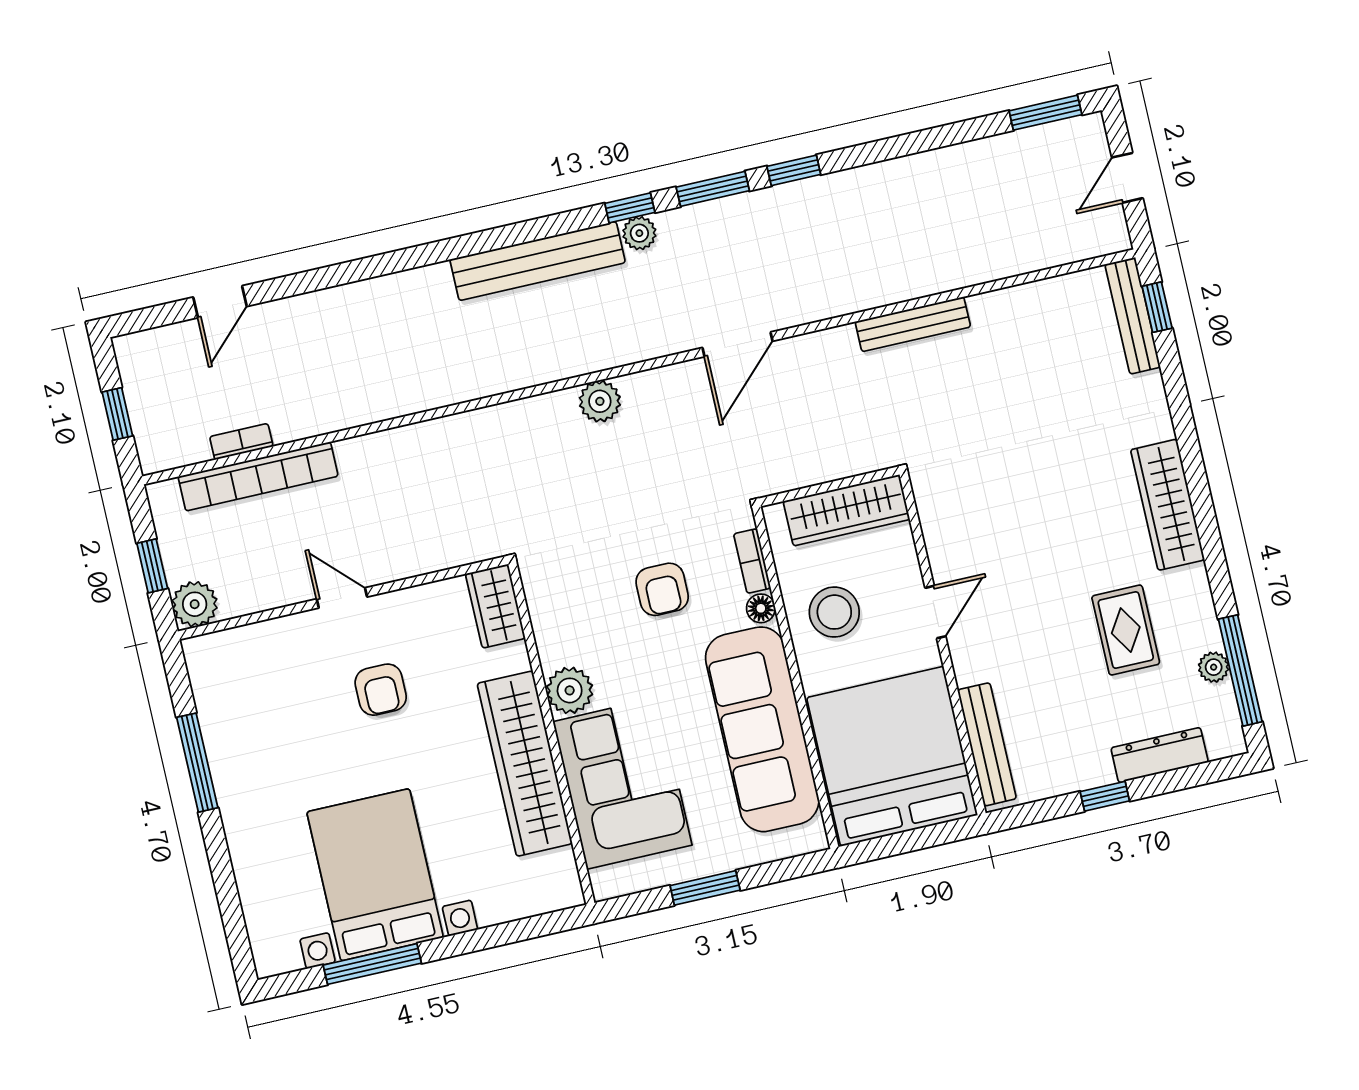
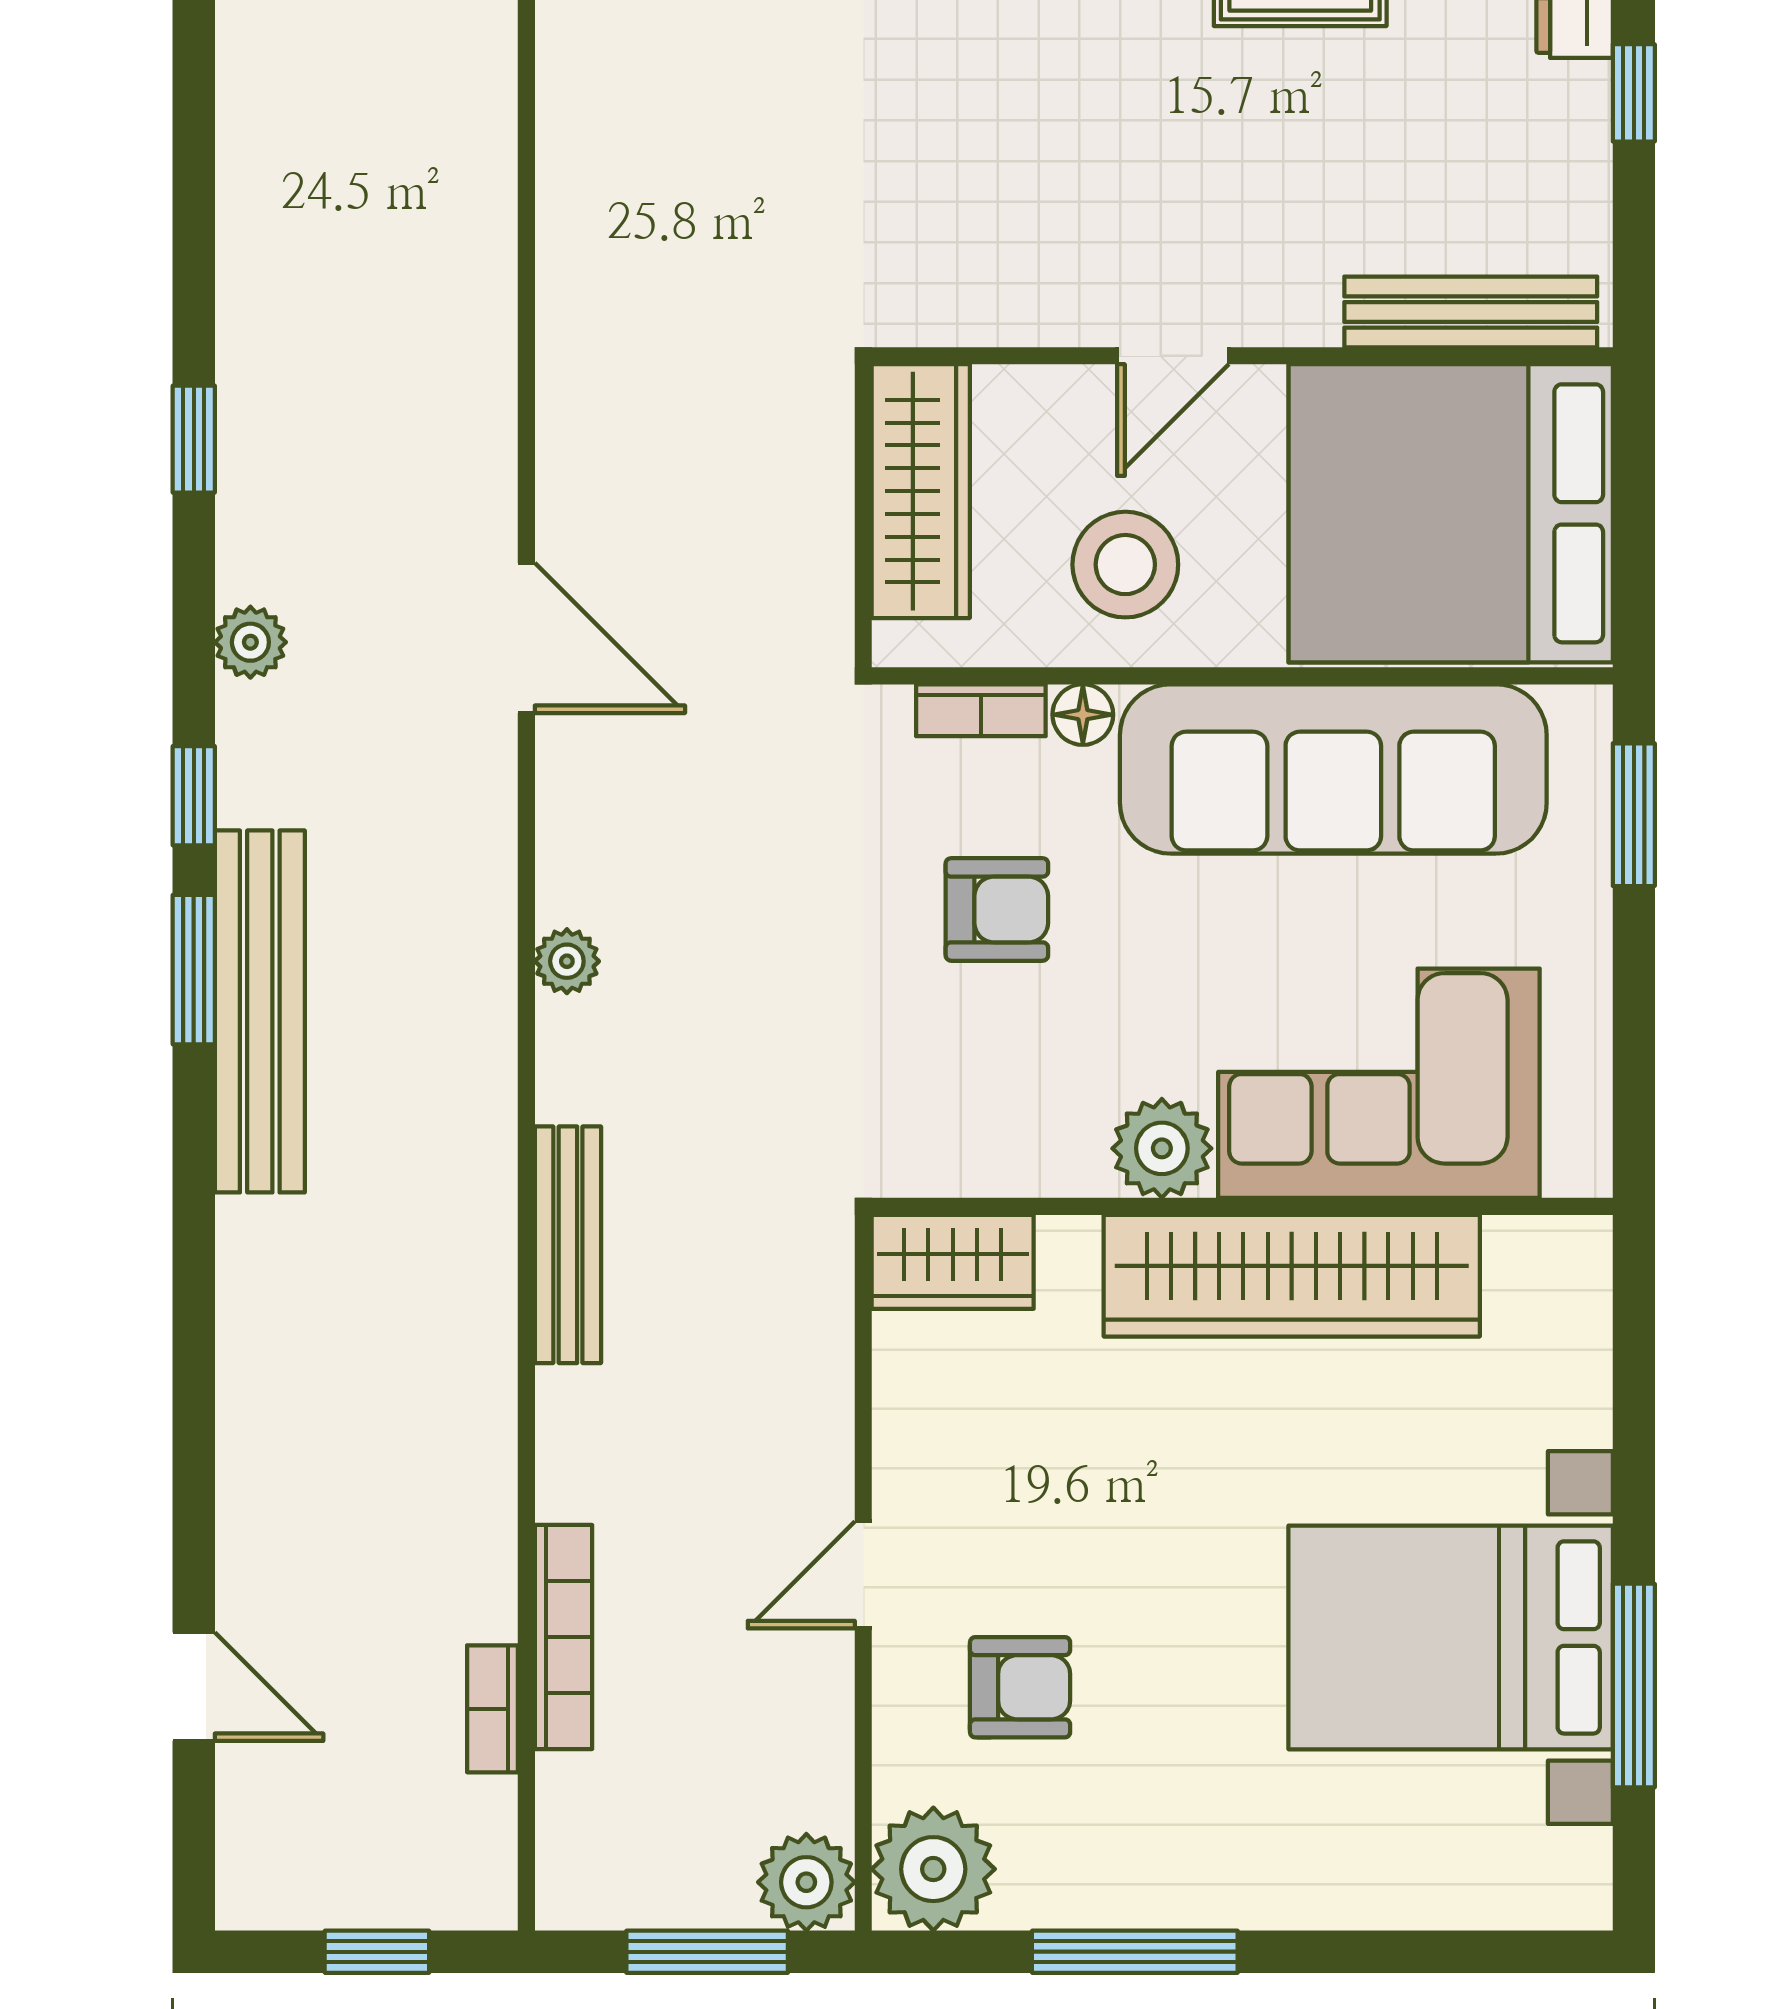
window: (713, 189) -> (194, 970), moved
plant: (639, 233) -> (250, 642), moved
bench: (913, 324) -> (568, 1245), moved
plant: (600, 401) -> (567, 961), width x0.73, depth x0.73
bookcase: (258, 476) -> (563, 1637), width x0.68, depth x0.76
window: (152, 566) -> (707, 1952), width x1.50
door: (935, 612) -> (1173, 356), swing flipped
plant: (214, 661) -> (933, 1869), added
armchair: (381, 690) -> (1020, 1687), moved
window: (705, 888) -> (1634, 815), moved

